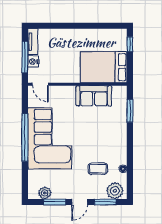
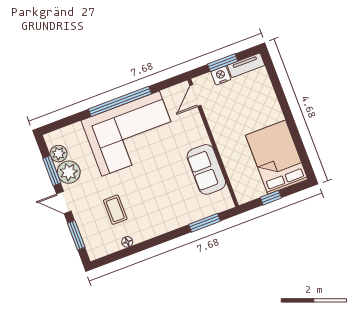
window: (130, 44) -> (271, 198), moved
window: (25, 57) -> (223, 63), width x0.69
bed: (104, 67) -> (277, 157), moved
plant: (115, 191) -> (69, 172), moved

